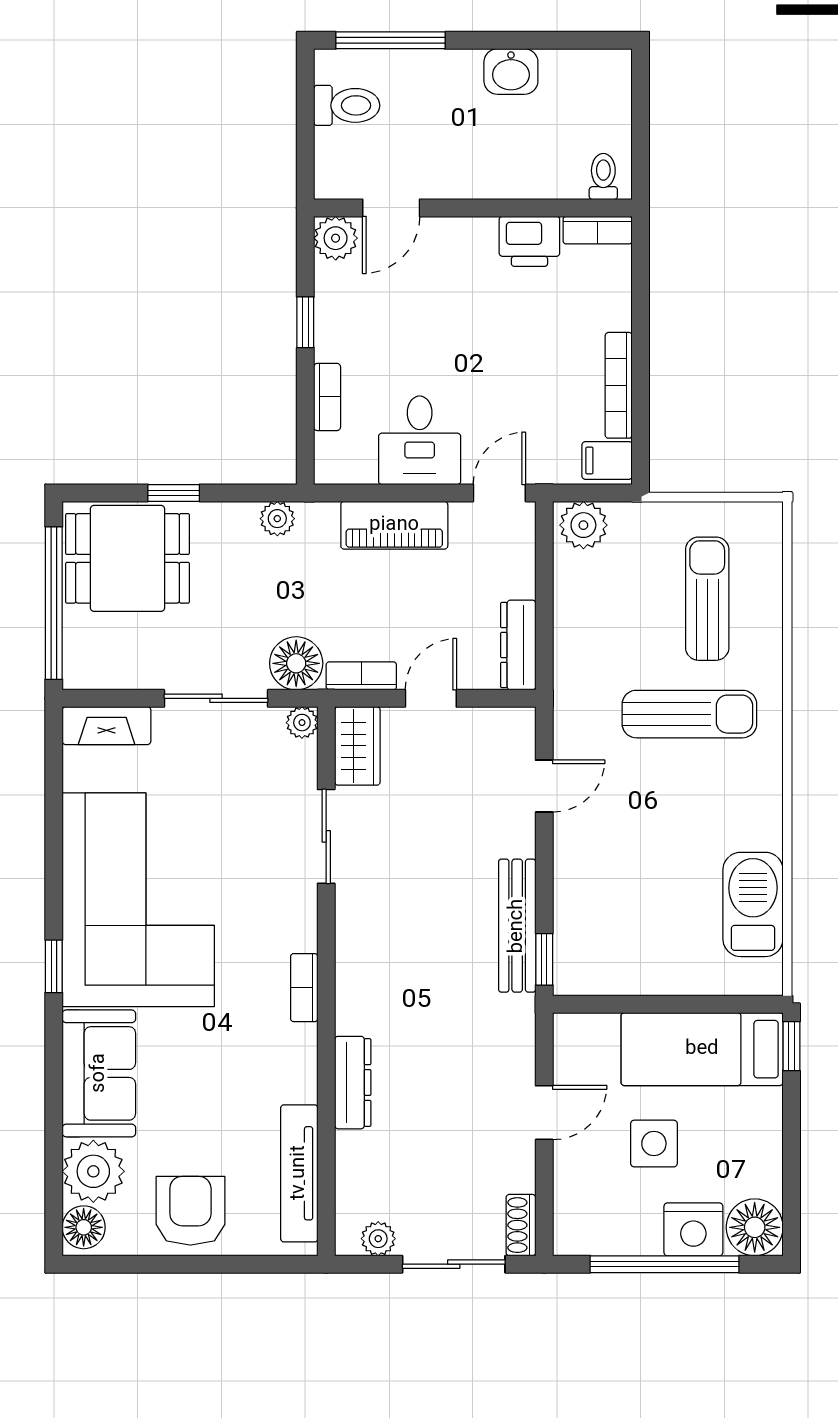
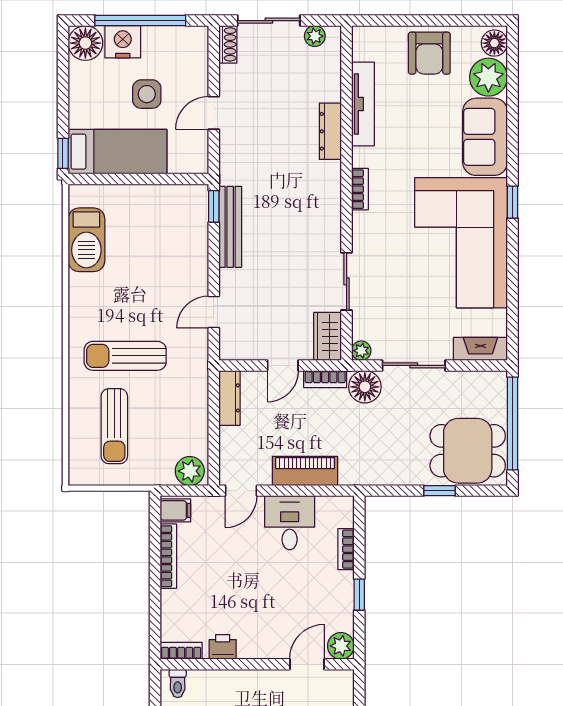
printer: (529, 241) -> (223, 647), width x0.73, depth x0.81
plant: (277, 519) -> (376, 475), removed
tv unit: (299, 1173) -> (363, 104), moved

